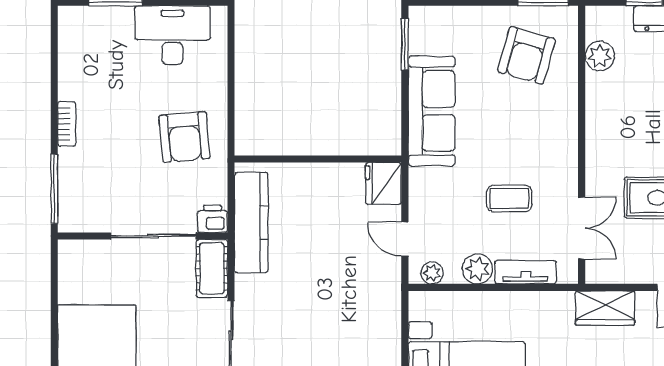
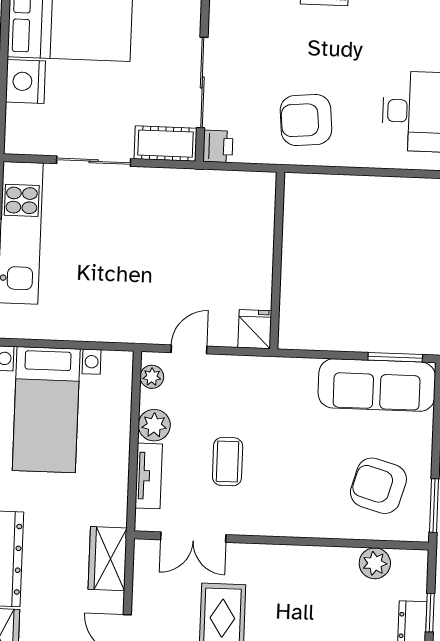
sofa: (432, 111) -> (377, 385), moved
fridge: (383, 183) -> (255, 329), width x0.72
kitchen counter: (251, 223) -> (213, 187), removed

